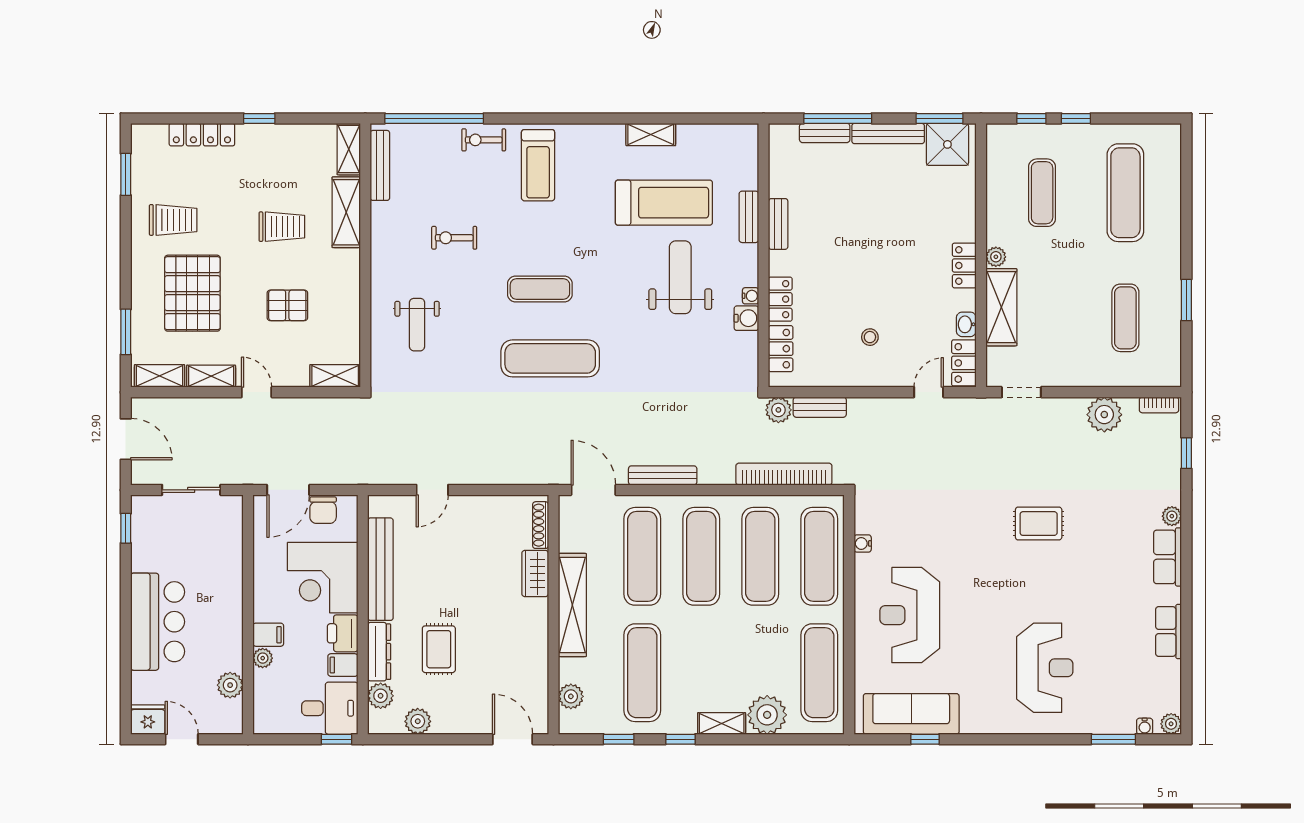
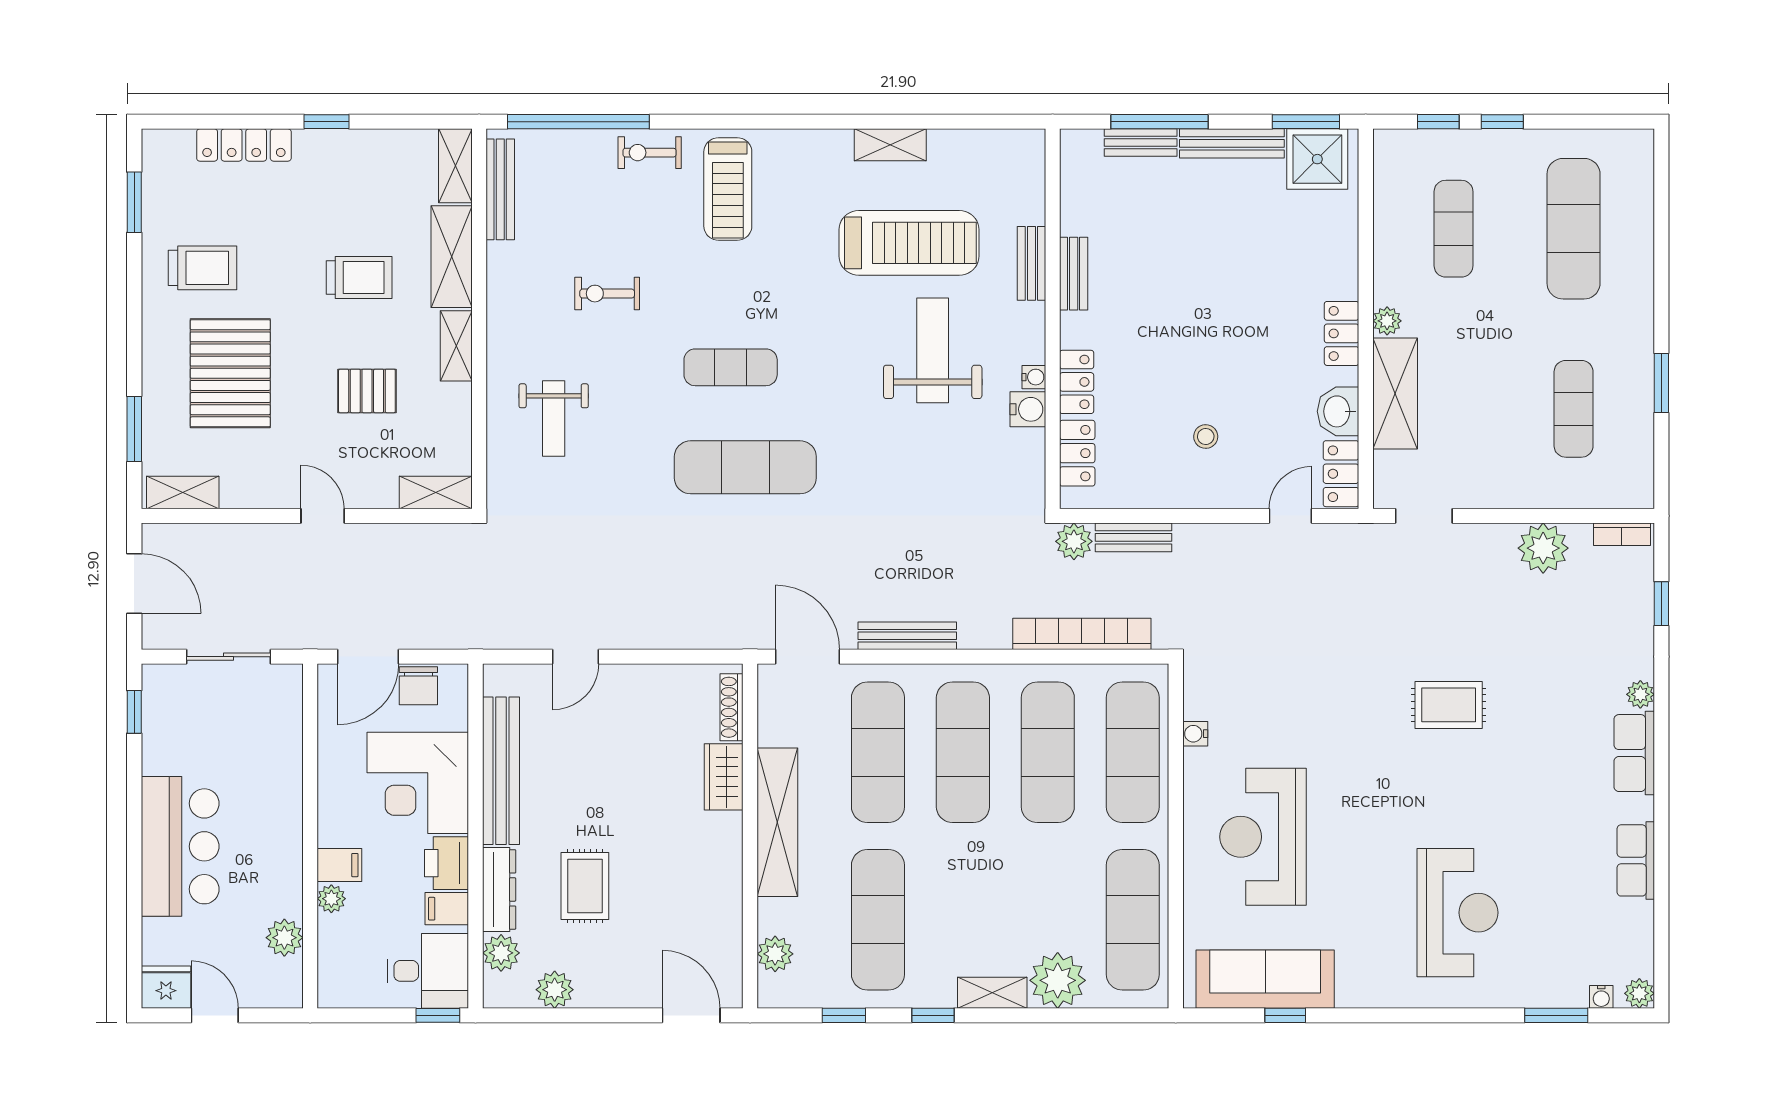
washbasin: (966, 324) -> (1338, 411), width x1.38, depth x1.45
shelving: (211, 376) -> (456, 346), moved, turned 90

